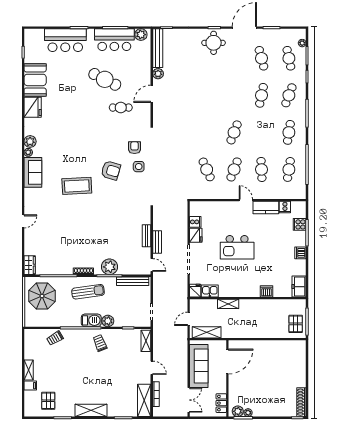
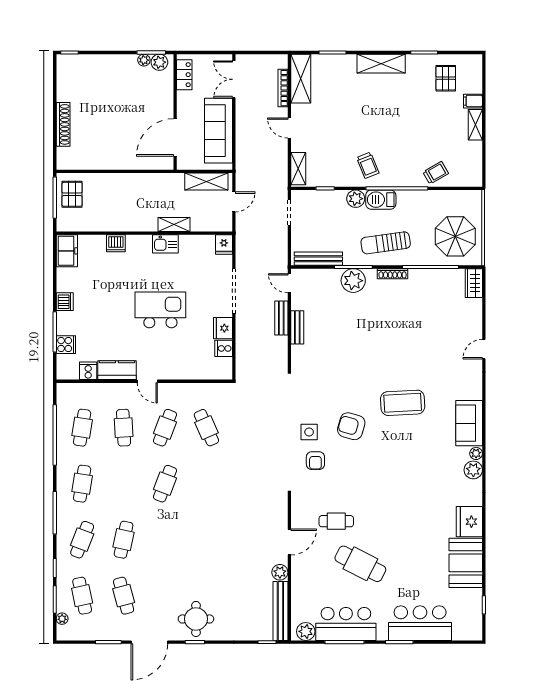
kitchen sink: (210, 291) -> (165, 244), moved
shoe rack: (301, 402) -> (63, 124), moved

